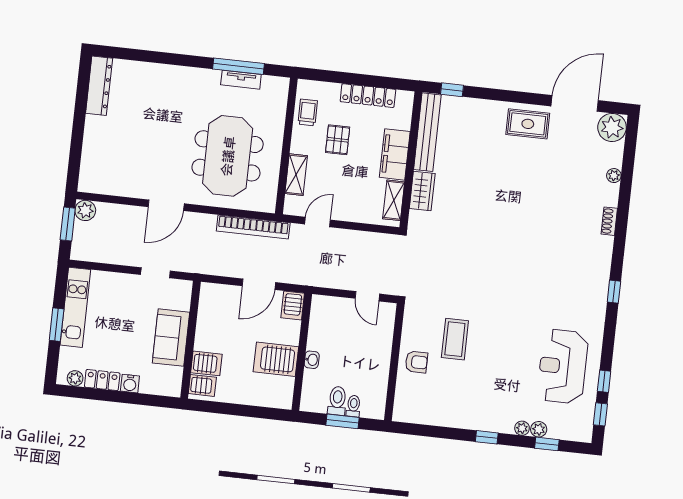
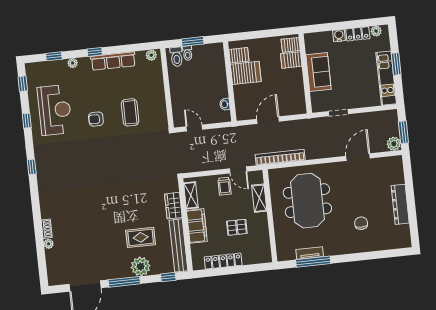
dresser: (99, 86) -> (400, 204), moved
window: (517, 97) -> (124, 282), added
chair: (157, 106) -> (361, 223), added
trolley: (308, 112) -> (224, 186), moved
rug: (528, 124) -> (141, 237), moved
plant: (612, 127) -> (141, 267), moved
pallet: (338, 140) -> (237, 227), turned 90
door: (166, 205) -> (358, 157), moved
shoe rack: (609, 221) -> (47, 229), moved
door: (318, 222) -> (238, 170), hinge flipped
server rack: (293, 306) -> (239, 55), moved, turned 90
washbasin: (312, 360) -> (225, 104), moved
armchair: (416, 362) -> (96, 119), moved
window: (604, 381) -> (27, 121), moved
toilet: (337, 401) -> (177, 57), moved
row of seats: (463, 418) -> (113, 61), added
plant: (539, 429) -> (151, 55), moved

